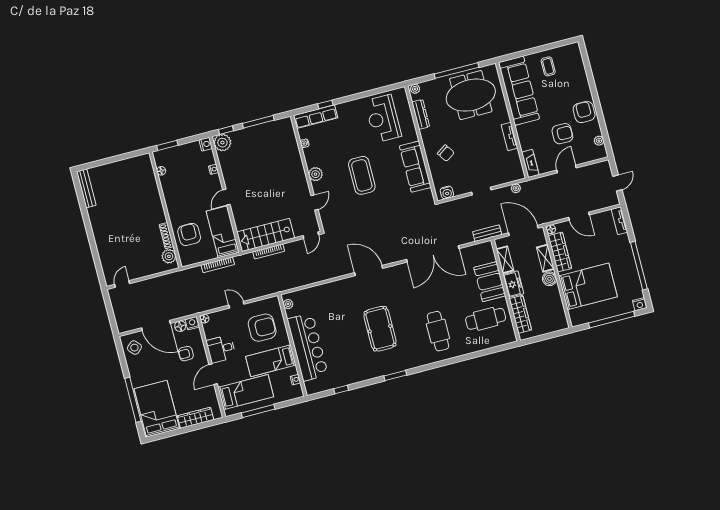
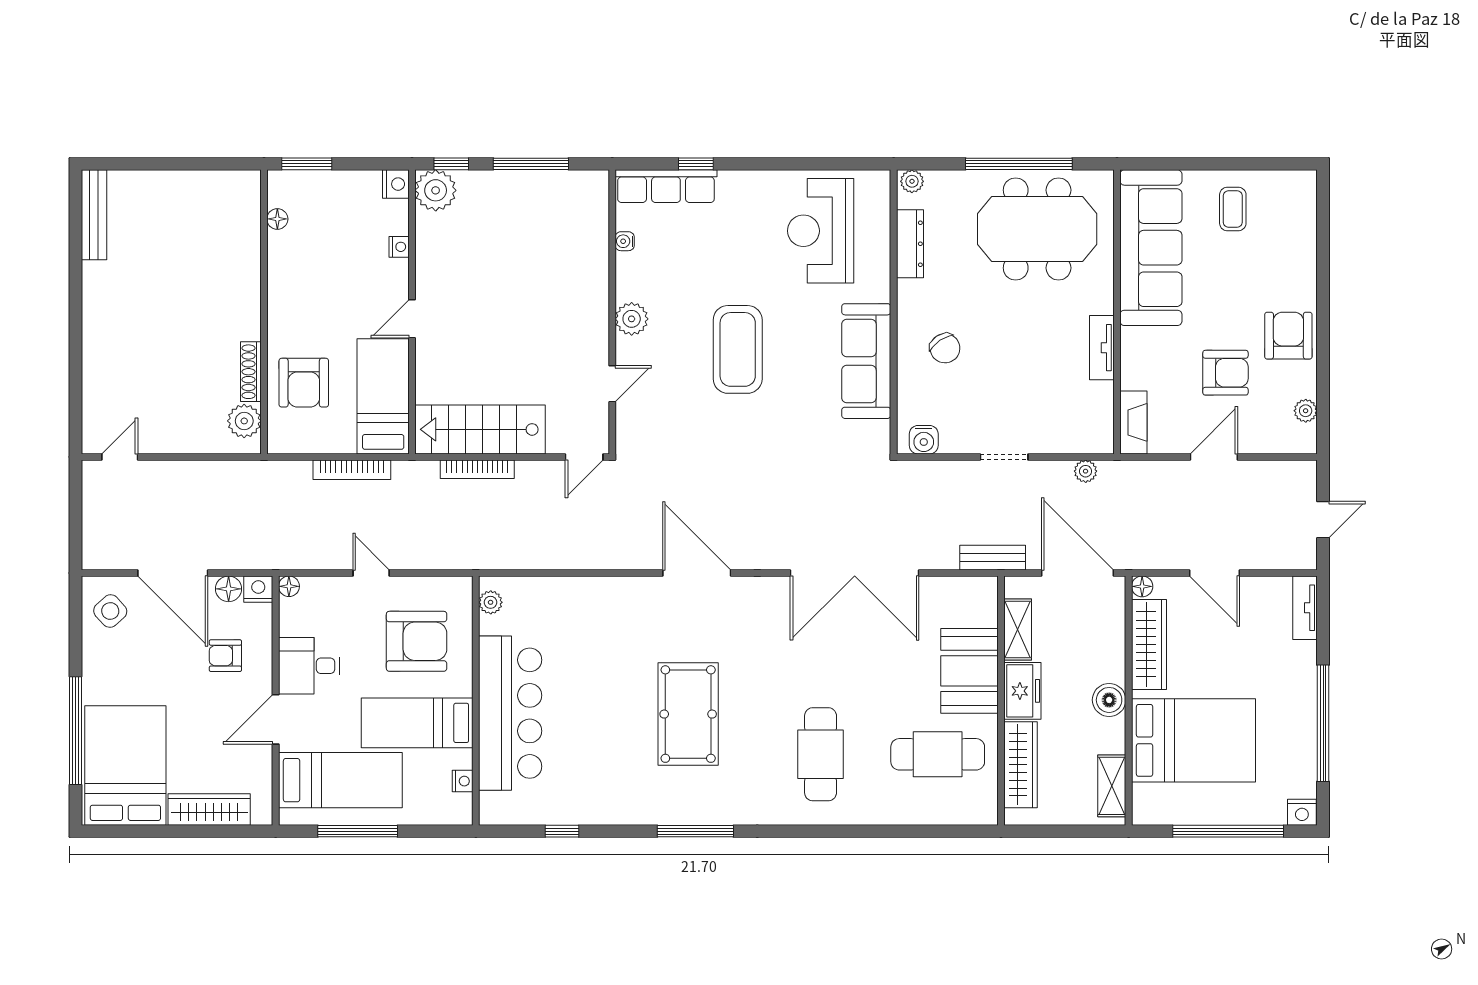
armchair: (189, 234) -> (304, 383), turned 180
shelving: (545, 258) -> (1112, 786), moved
window: (395, 376) -> (695, 831), width x1.44

